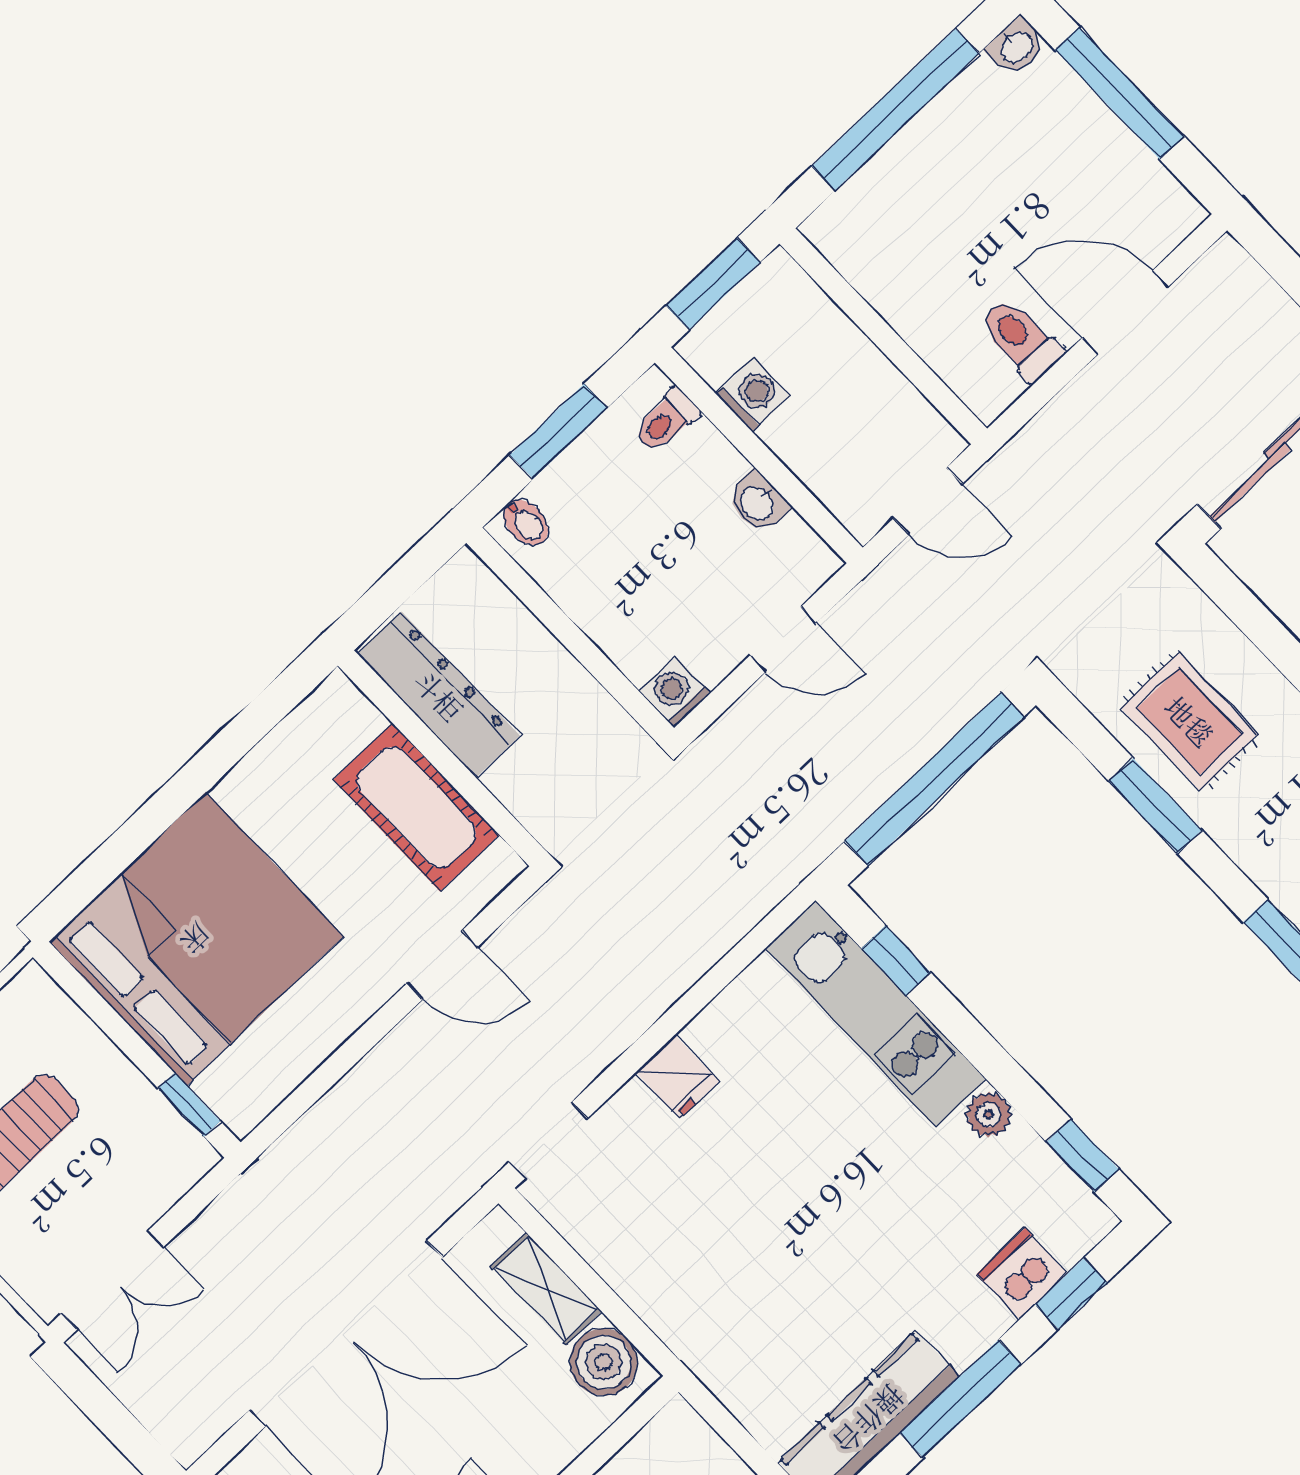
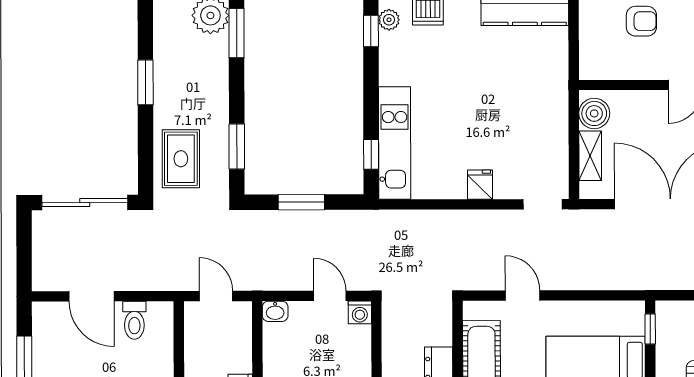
washbasin: (758, 503) -> (275, 311), moved, turned 90
door: (783, 639) -> (330, 296), moved
rug: (1190, 721) -> (181, 159), moved
window: (934, 779) -> (301, 202), width x0.47
window: (1155, 806) -> (237, 146), moved
plant: (989, 1115) -> (389, 20), moved

